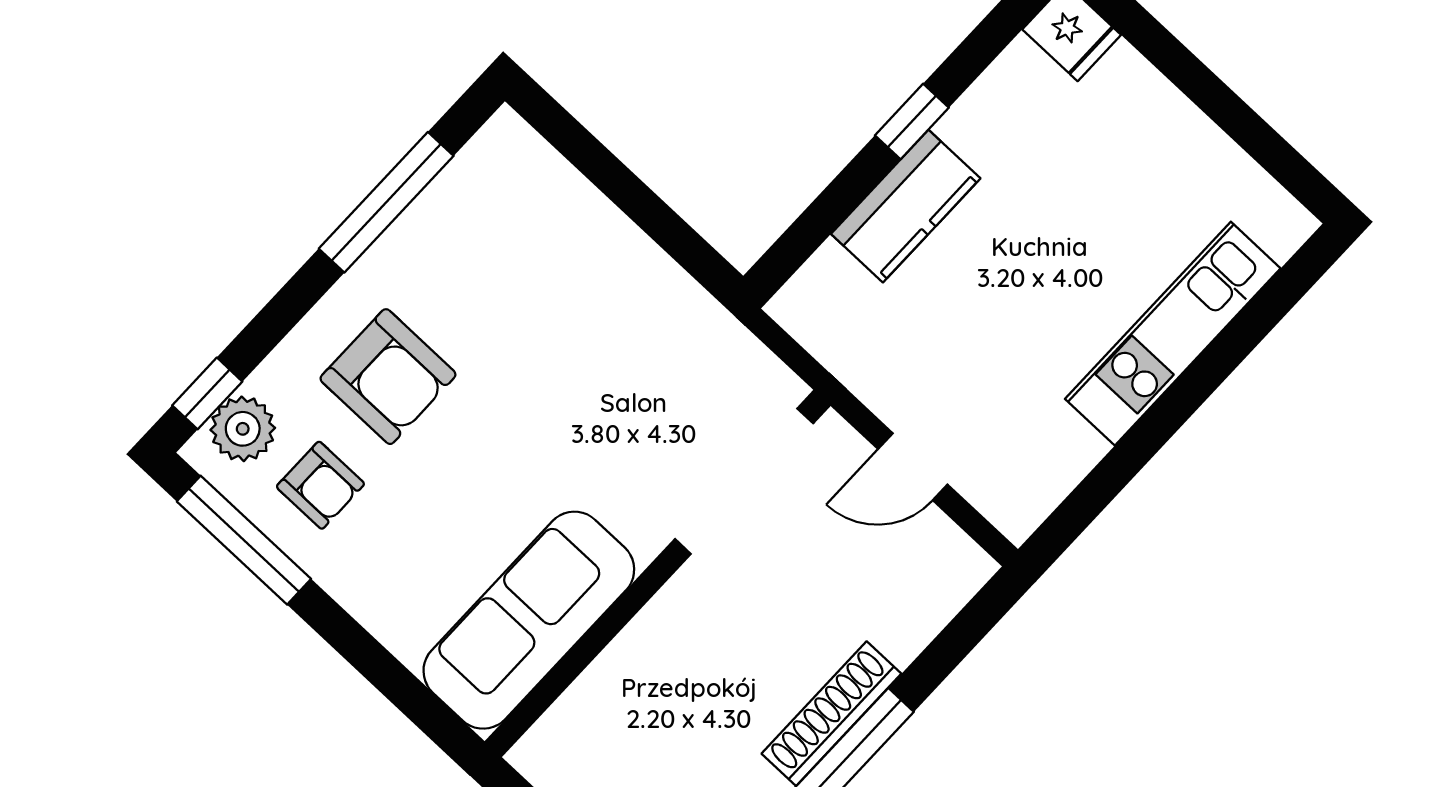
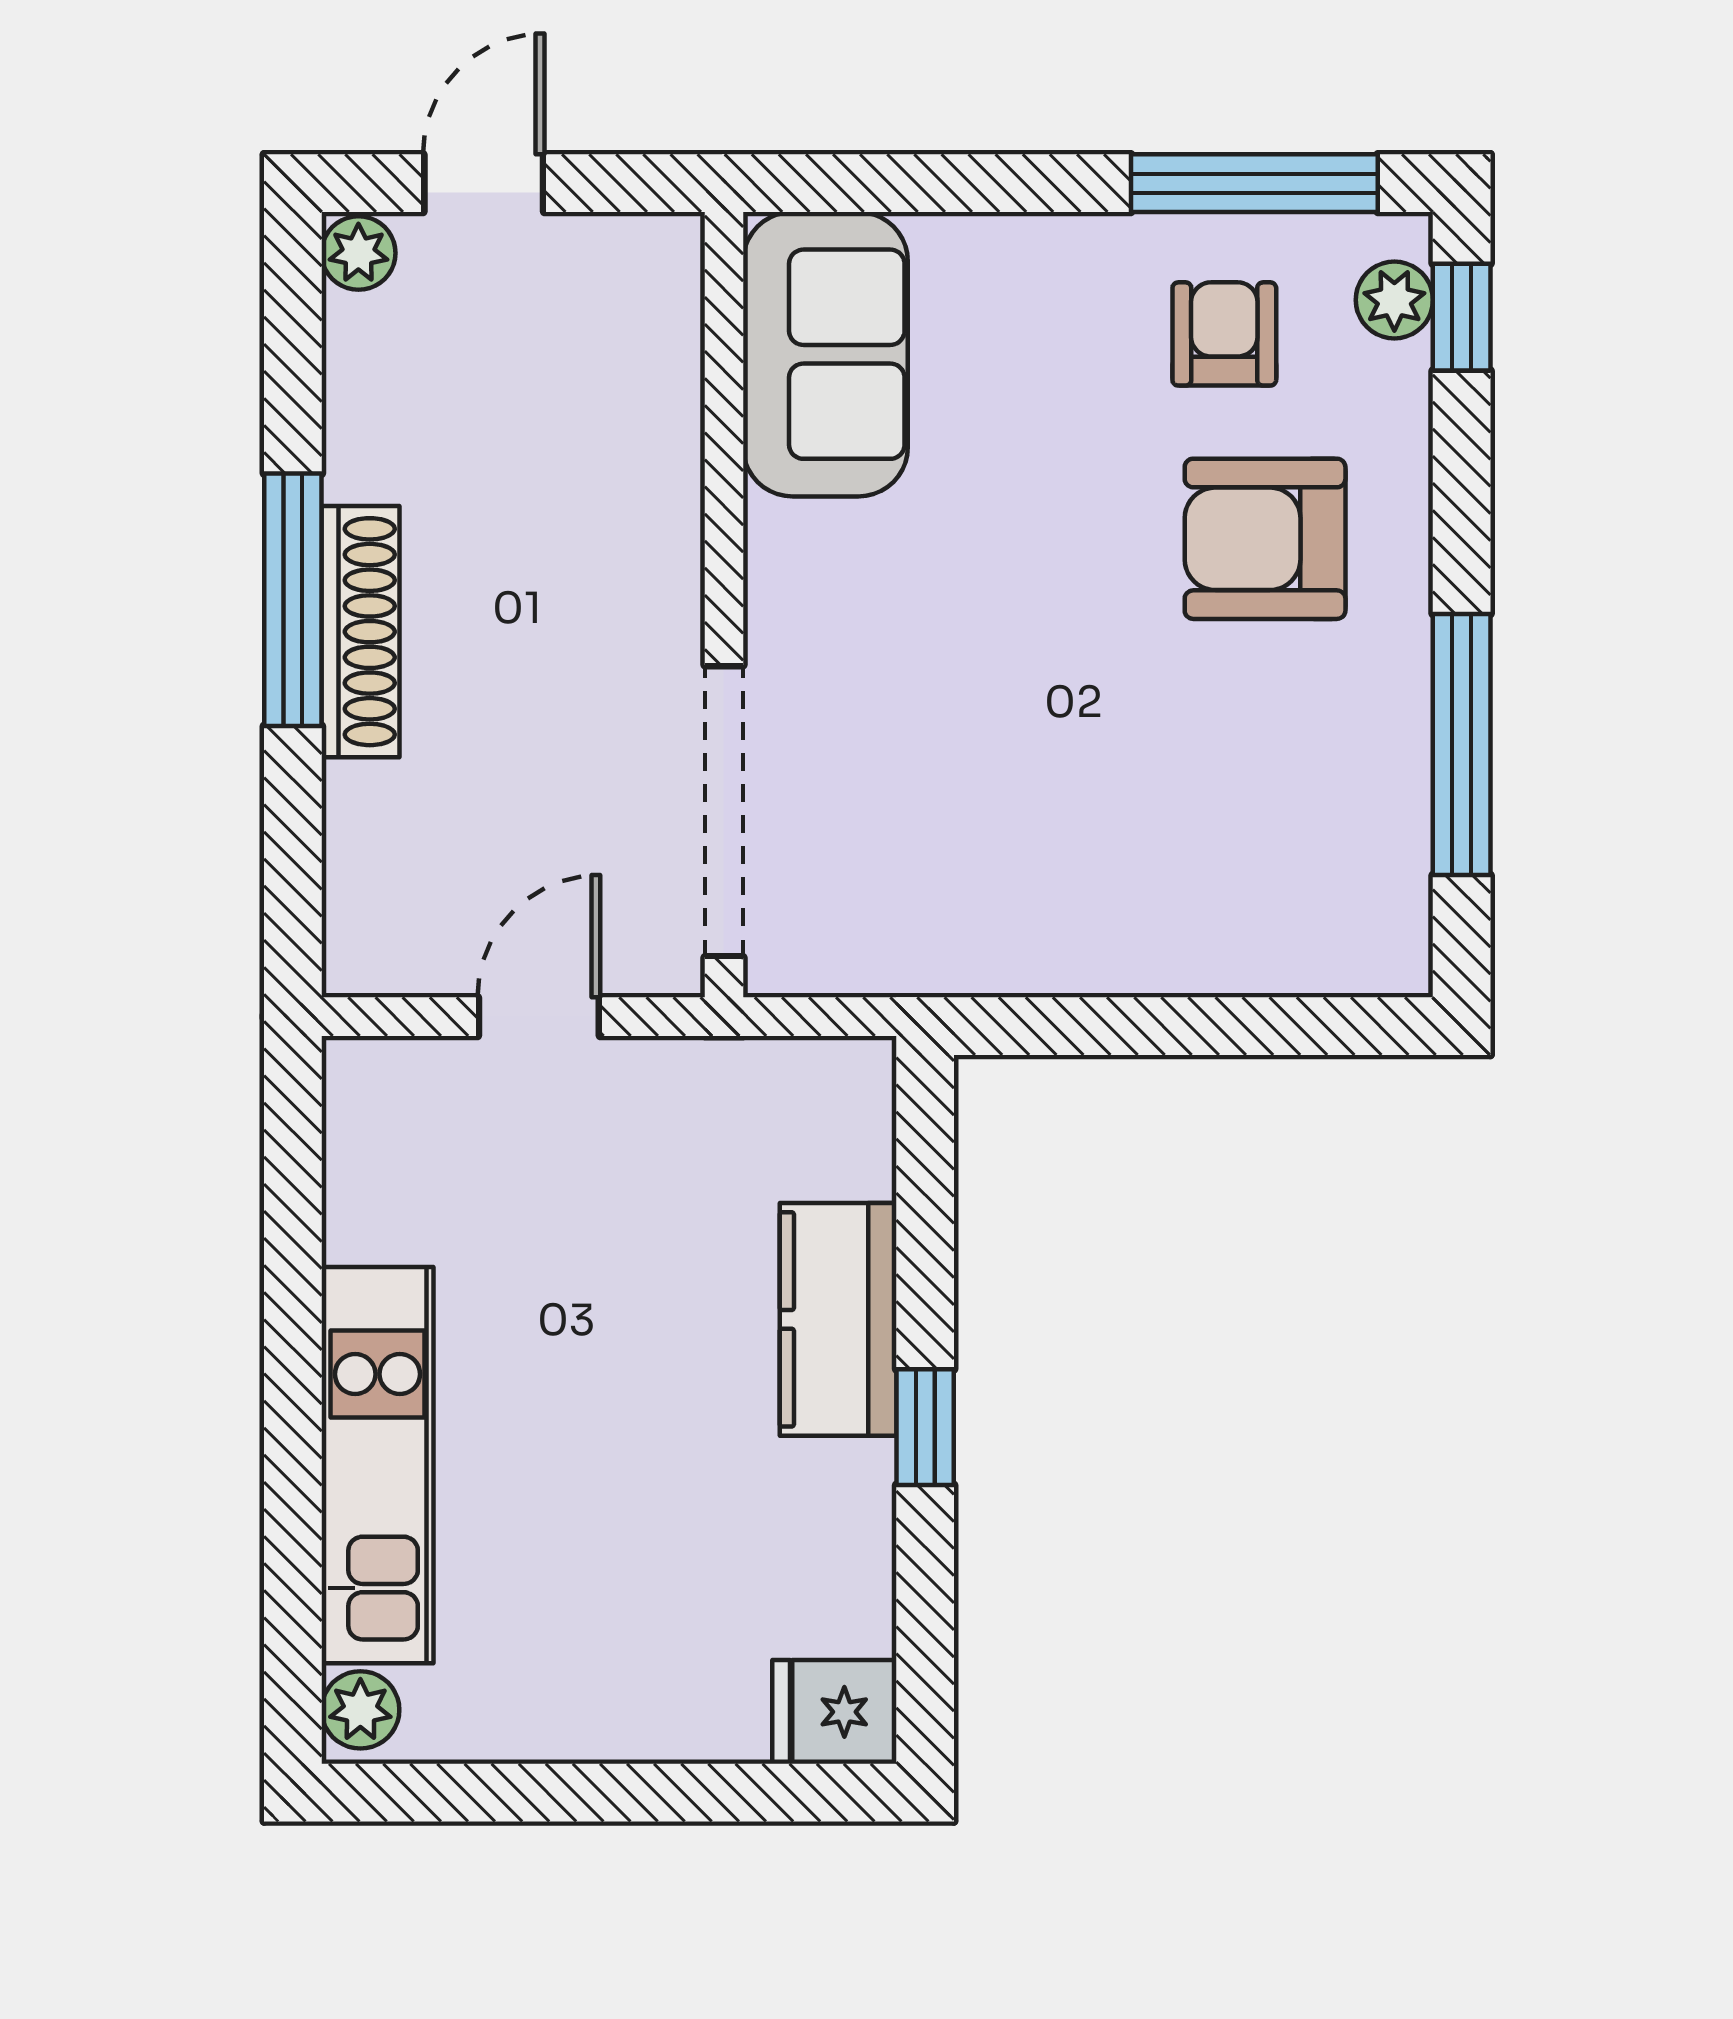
plant: (1283, 231) -> (360, 1710), added
plant: (243, 429) -> (1394, 300), width x0.73, depth x0.73
armchair: (320, 485) -> (1224, 334), turned 90
sofa: (529, 620) -> (825, 354), width x0.73

